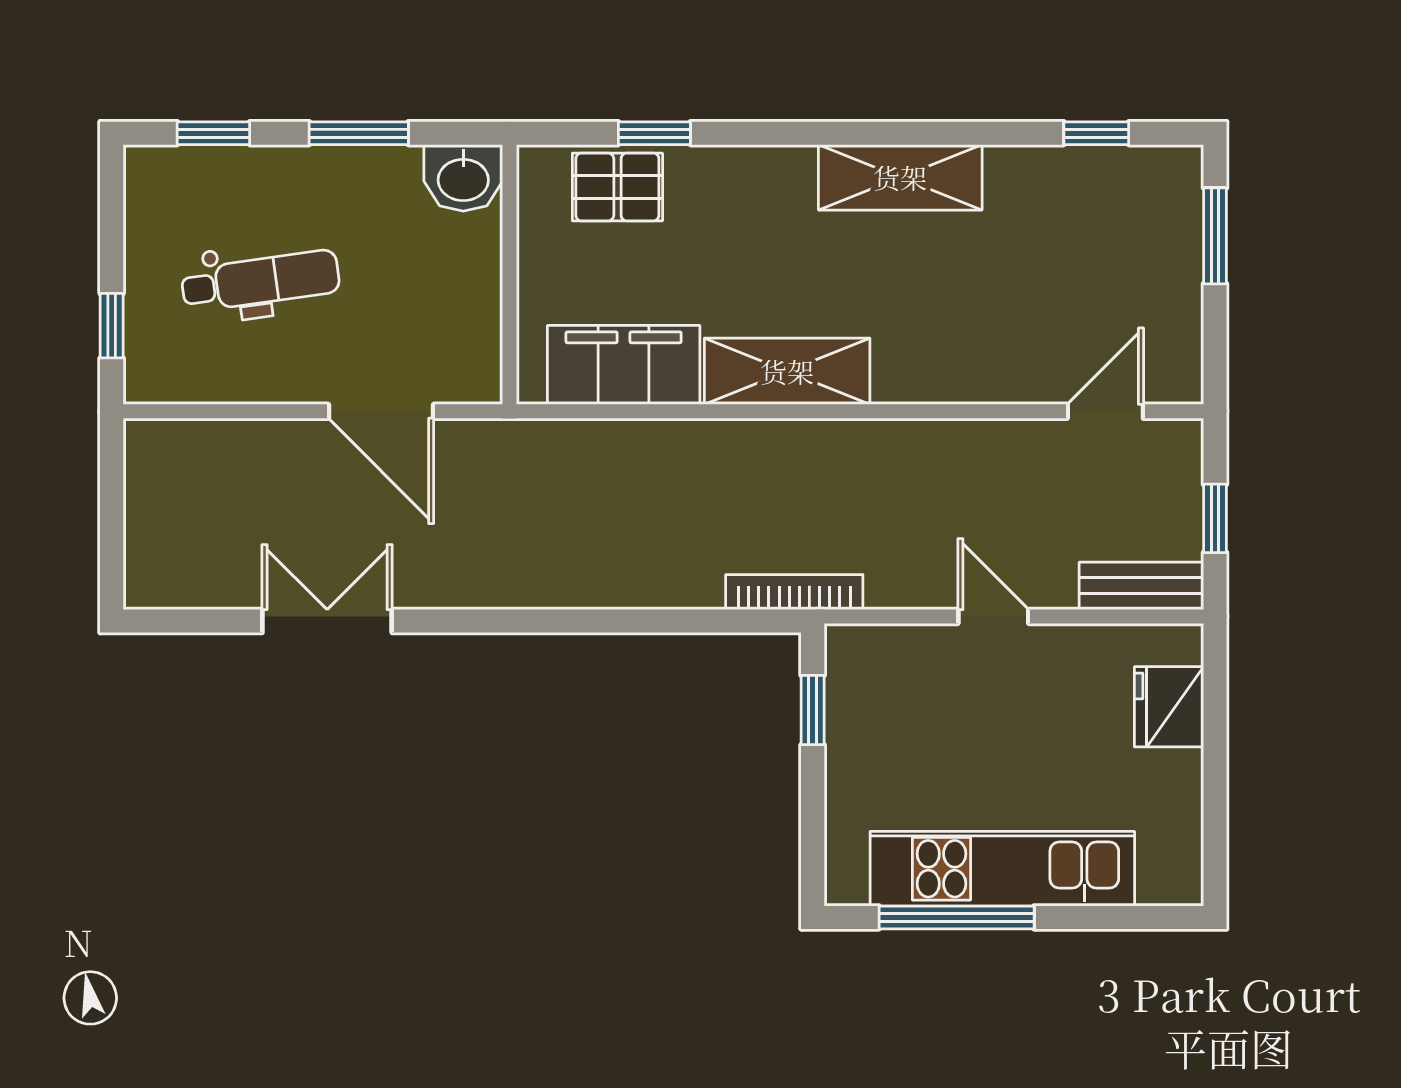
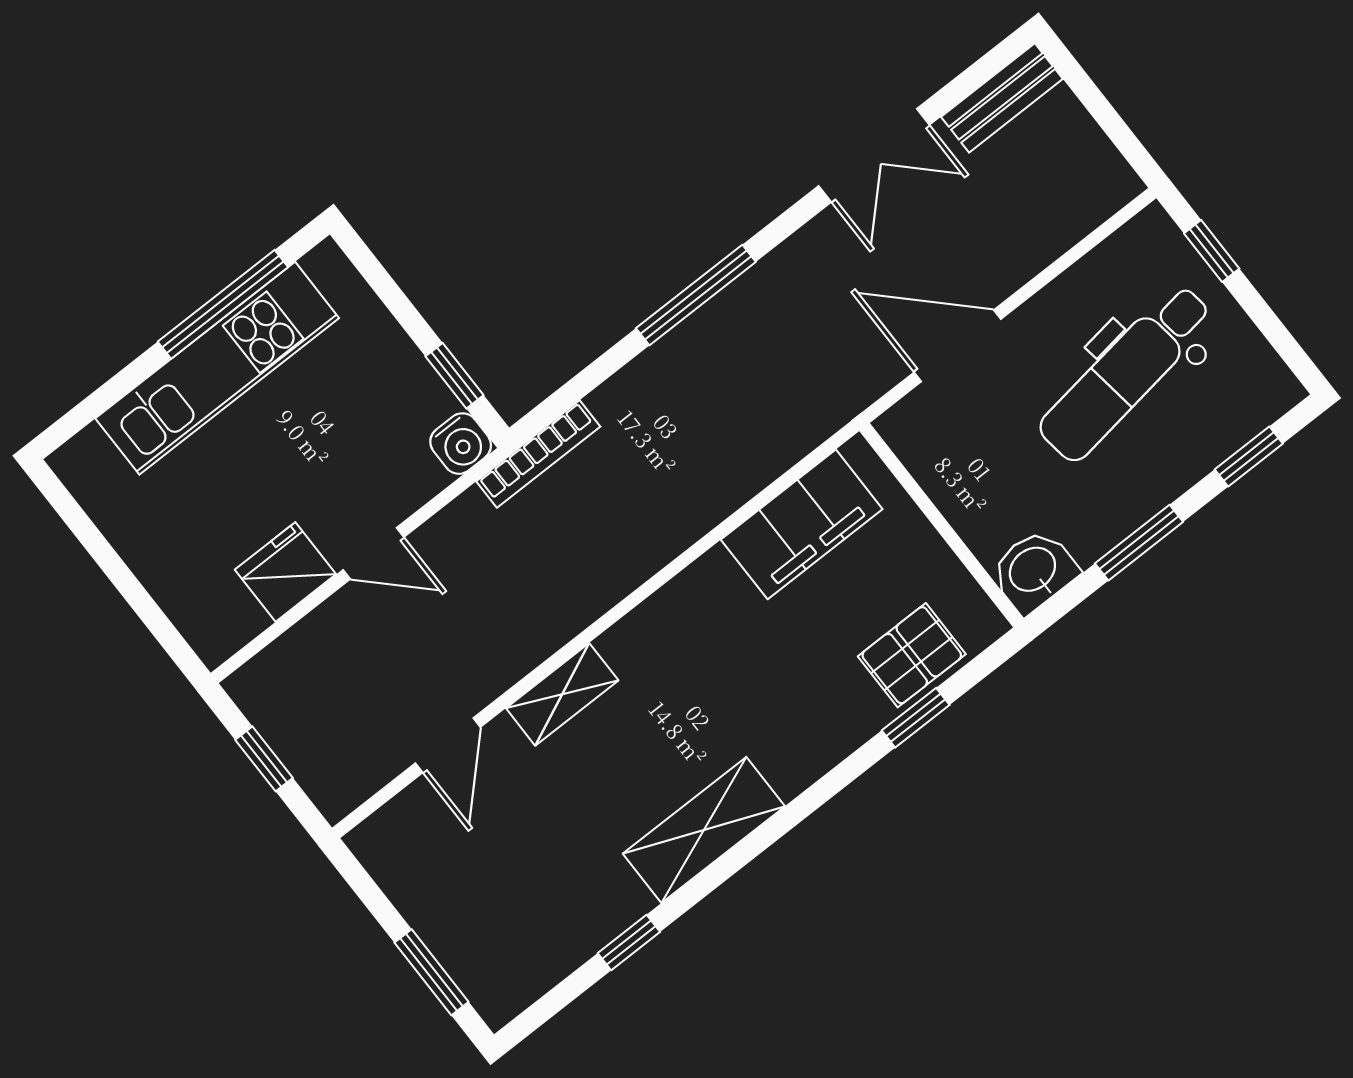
window: (1096, 133) -> (629, 943), moved
dental chair: (260, 281) -> (1126, 373), width x1.36, depth x1.38
shelving: (787, 371) -> (562, 694), moved, width x0.67, depth x0.75
door: (1105, 411) -> (448, 745), moved
bench: (1141, 586) -> (1002, 98), moved
window: (563, 621) -> (696, 295), added
water cooler: (851, 651) -> (461, 444), added
fridge: (1169, 707) -> (285, 572), moved, turned -90

